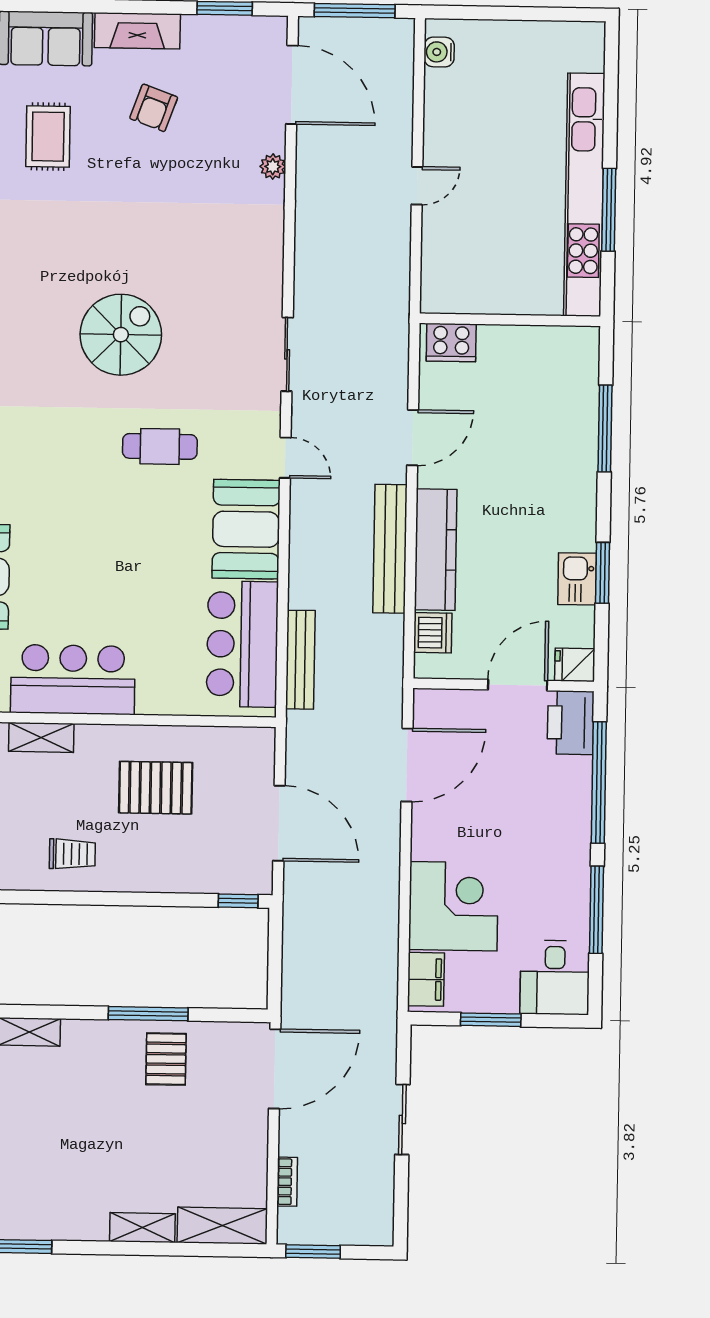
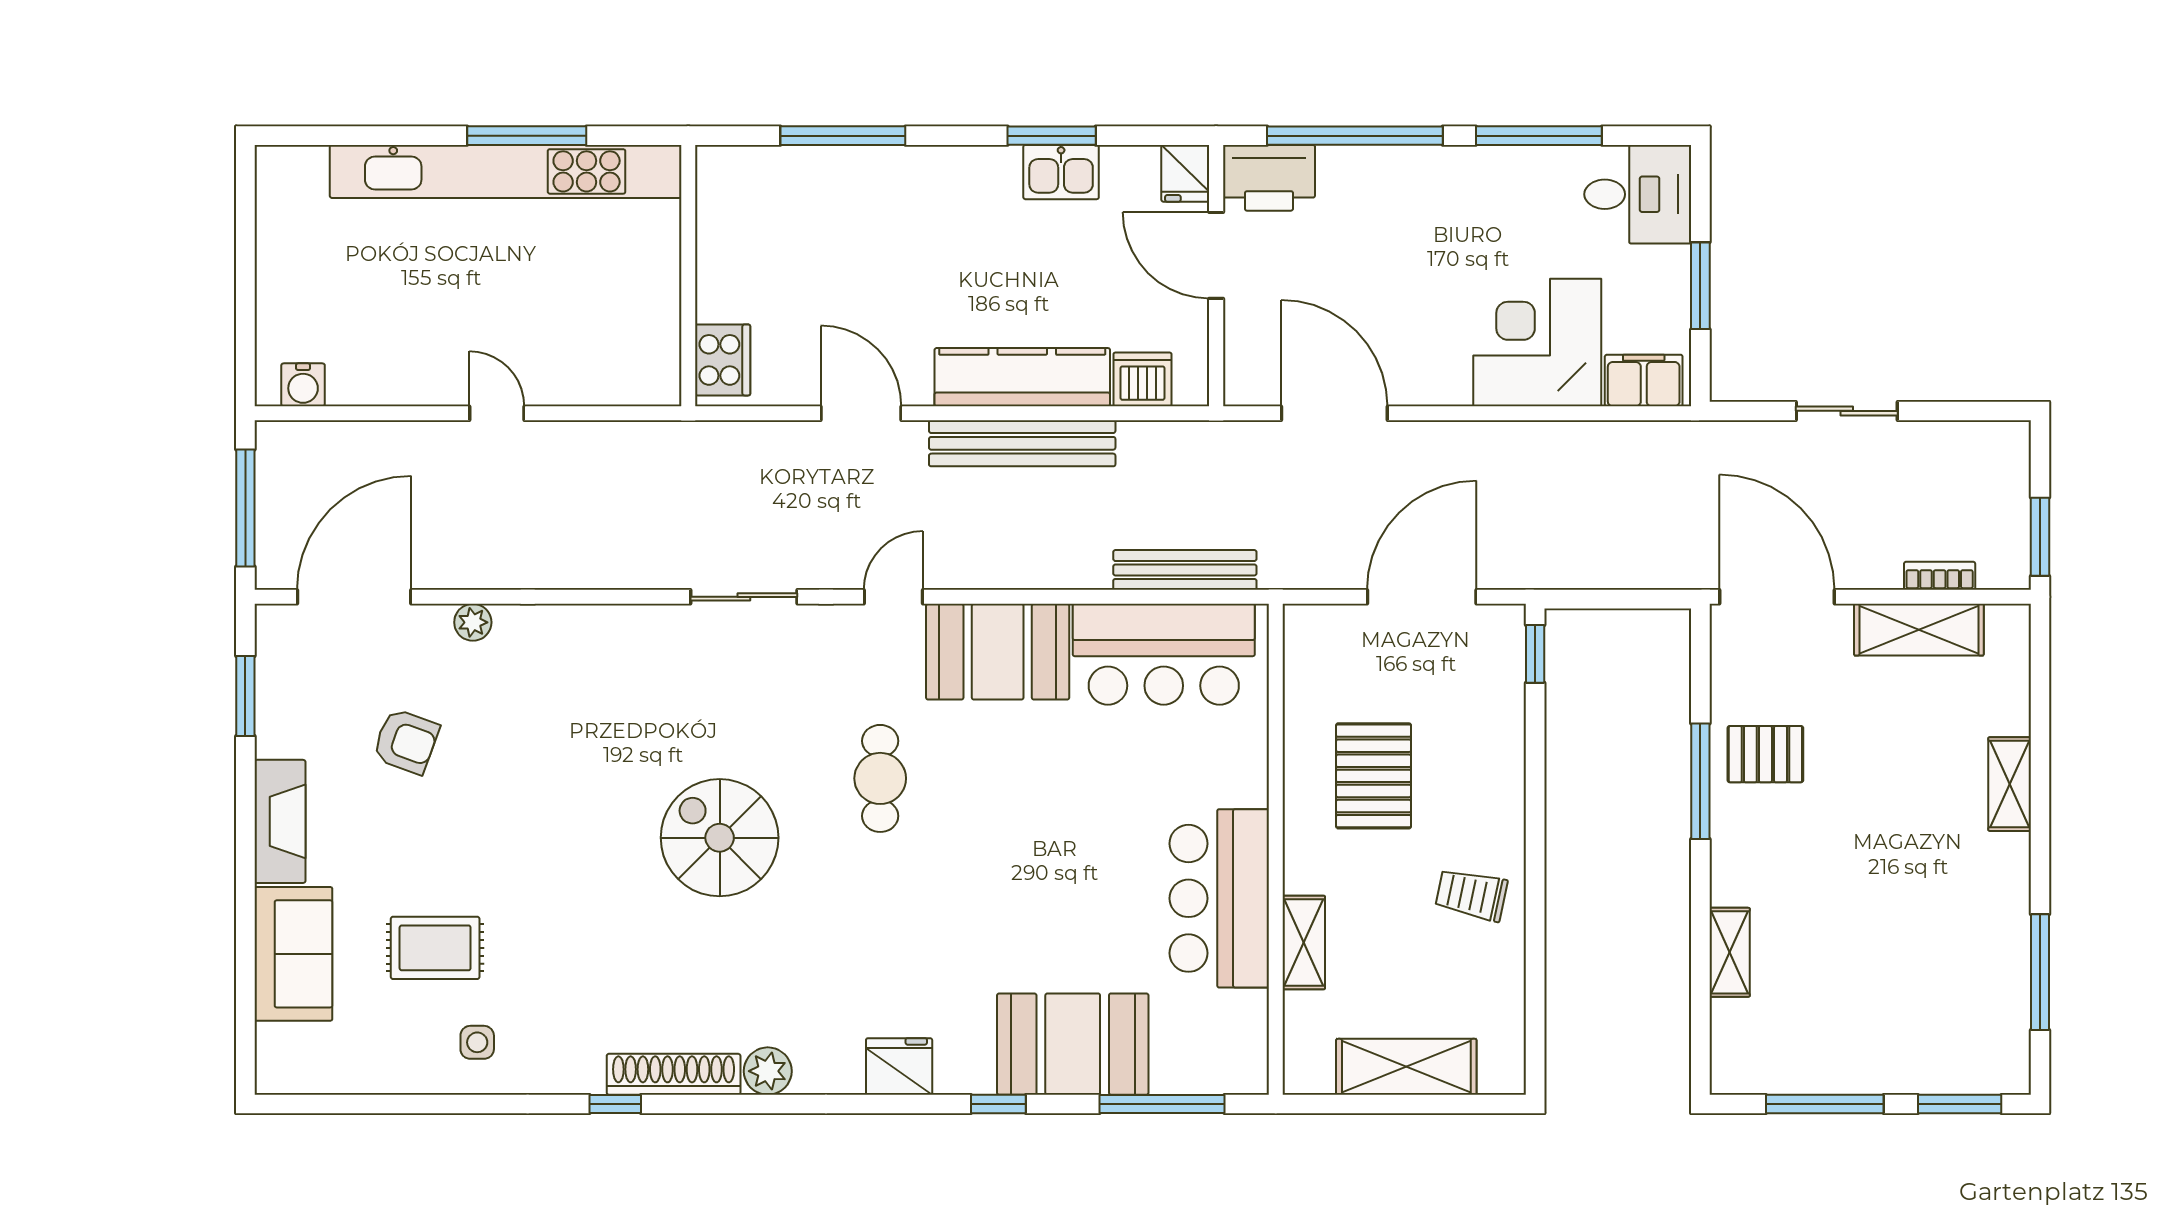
armchair: (154, 108) -> (406, 741), moved
trolley: (72, 854) -> (1471, 895), turned -78
shelving: (222, 1226) -> (1919, 630), moved, turned 90

